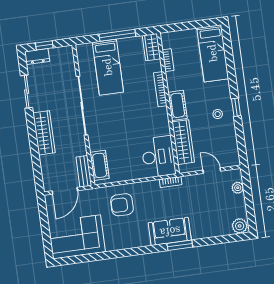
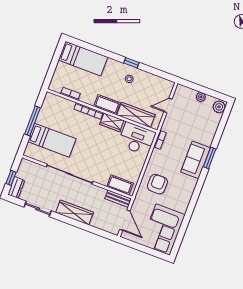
wardrobe: (151, 47) -> (112, 122), moved
plant: (238, 188) -> (201, 97), moved
armchair: (122, 205) -> (157, 184), turned 180

